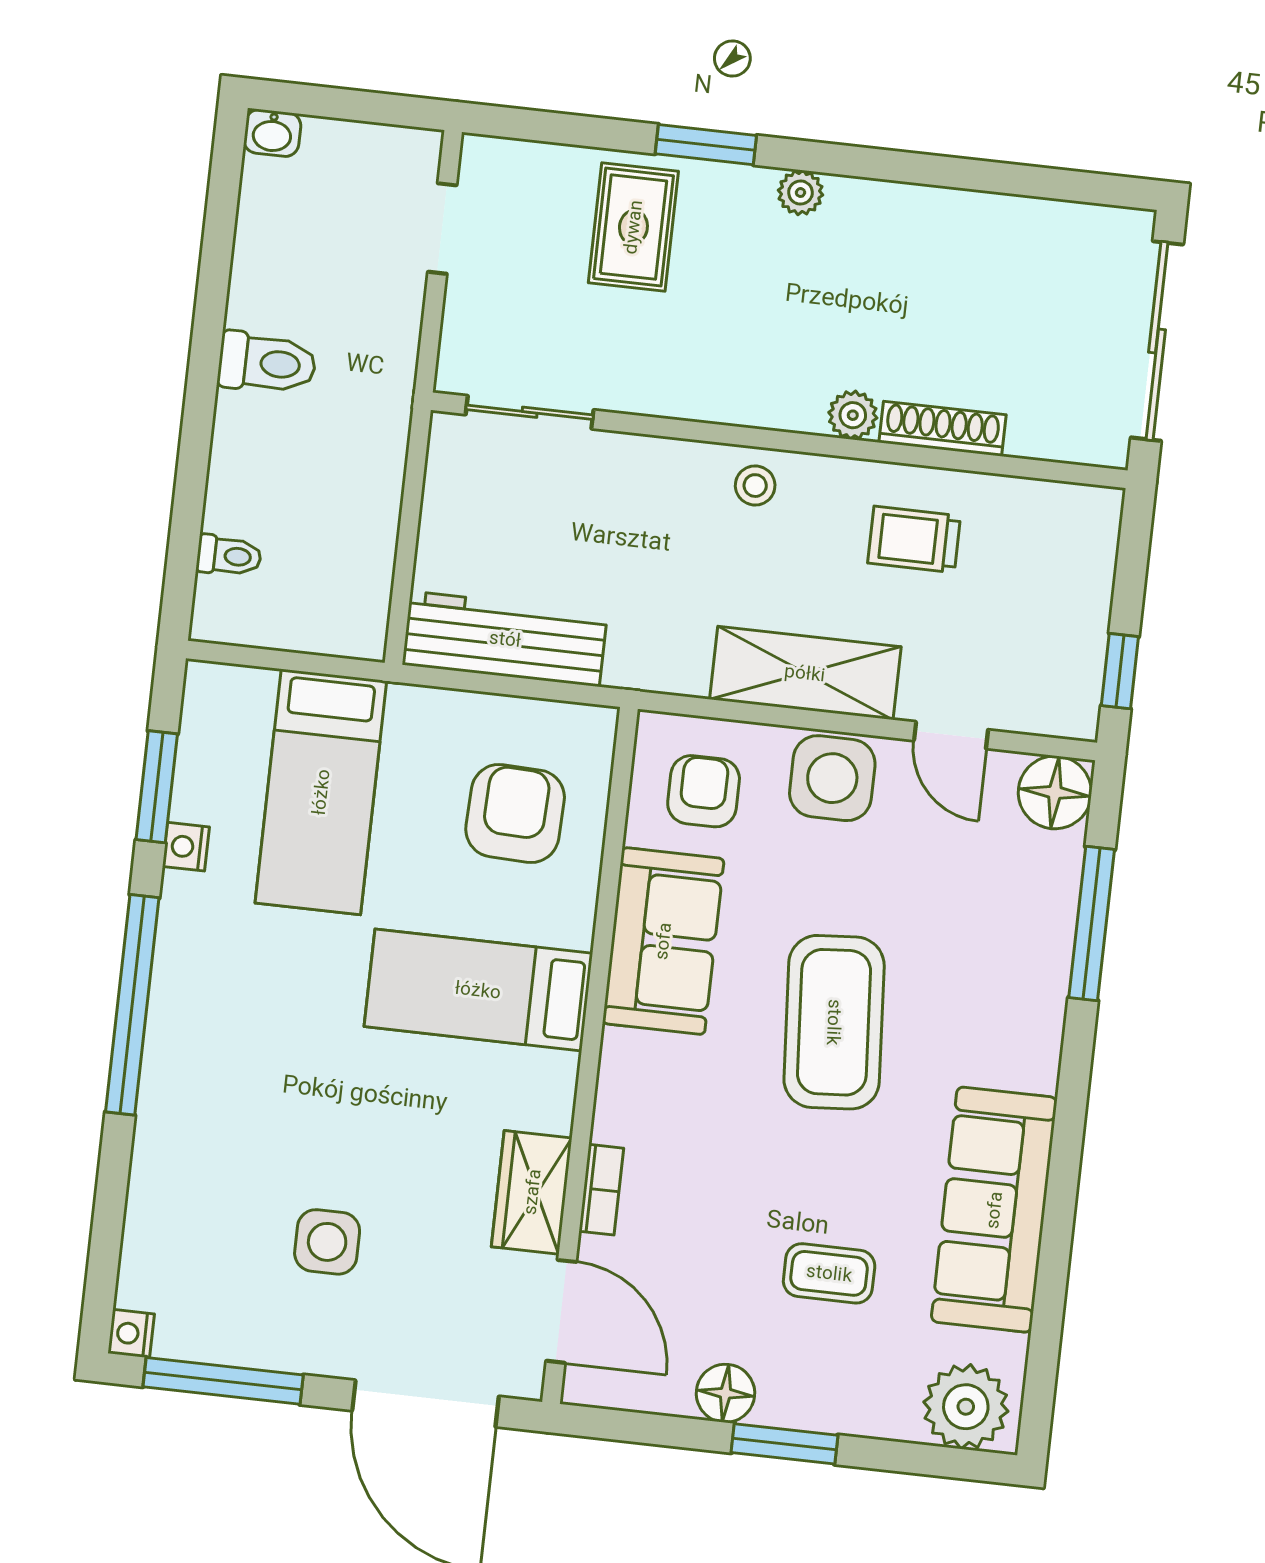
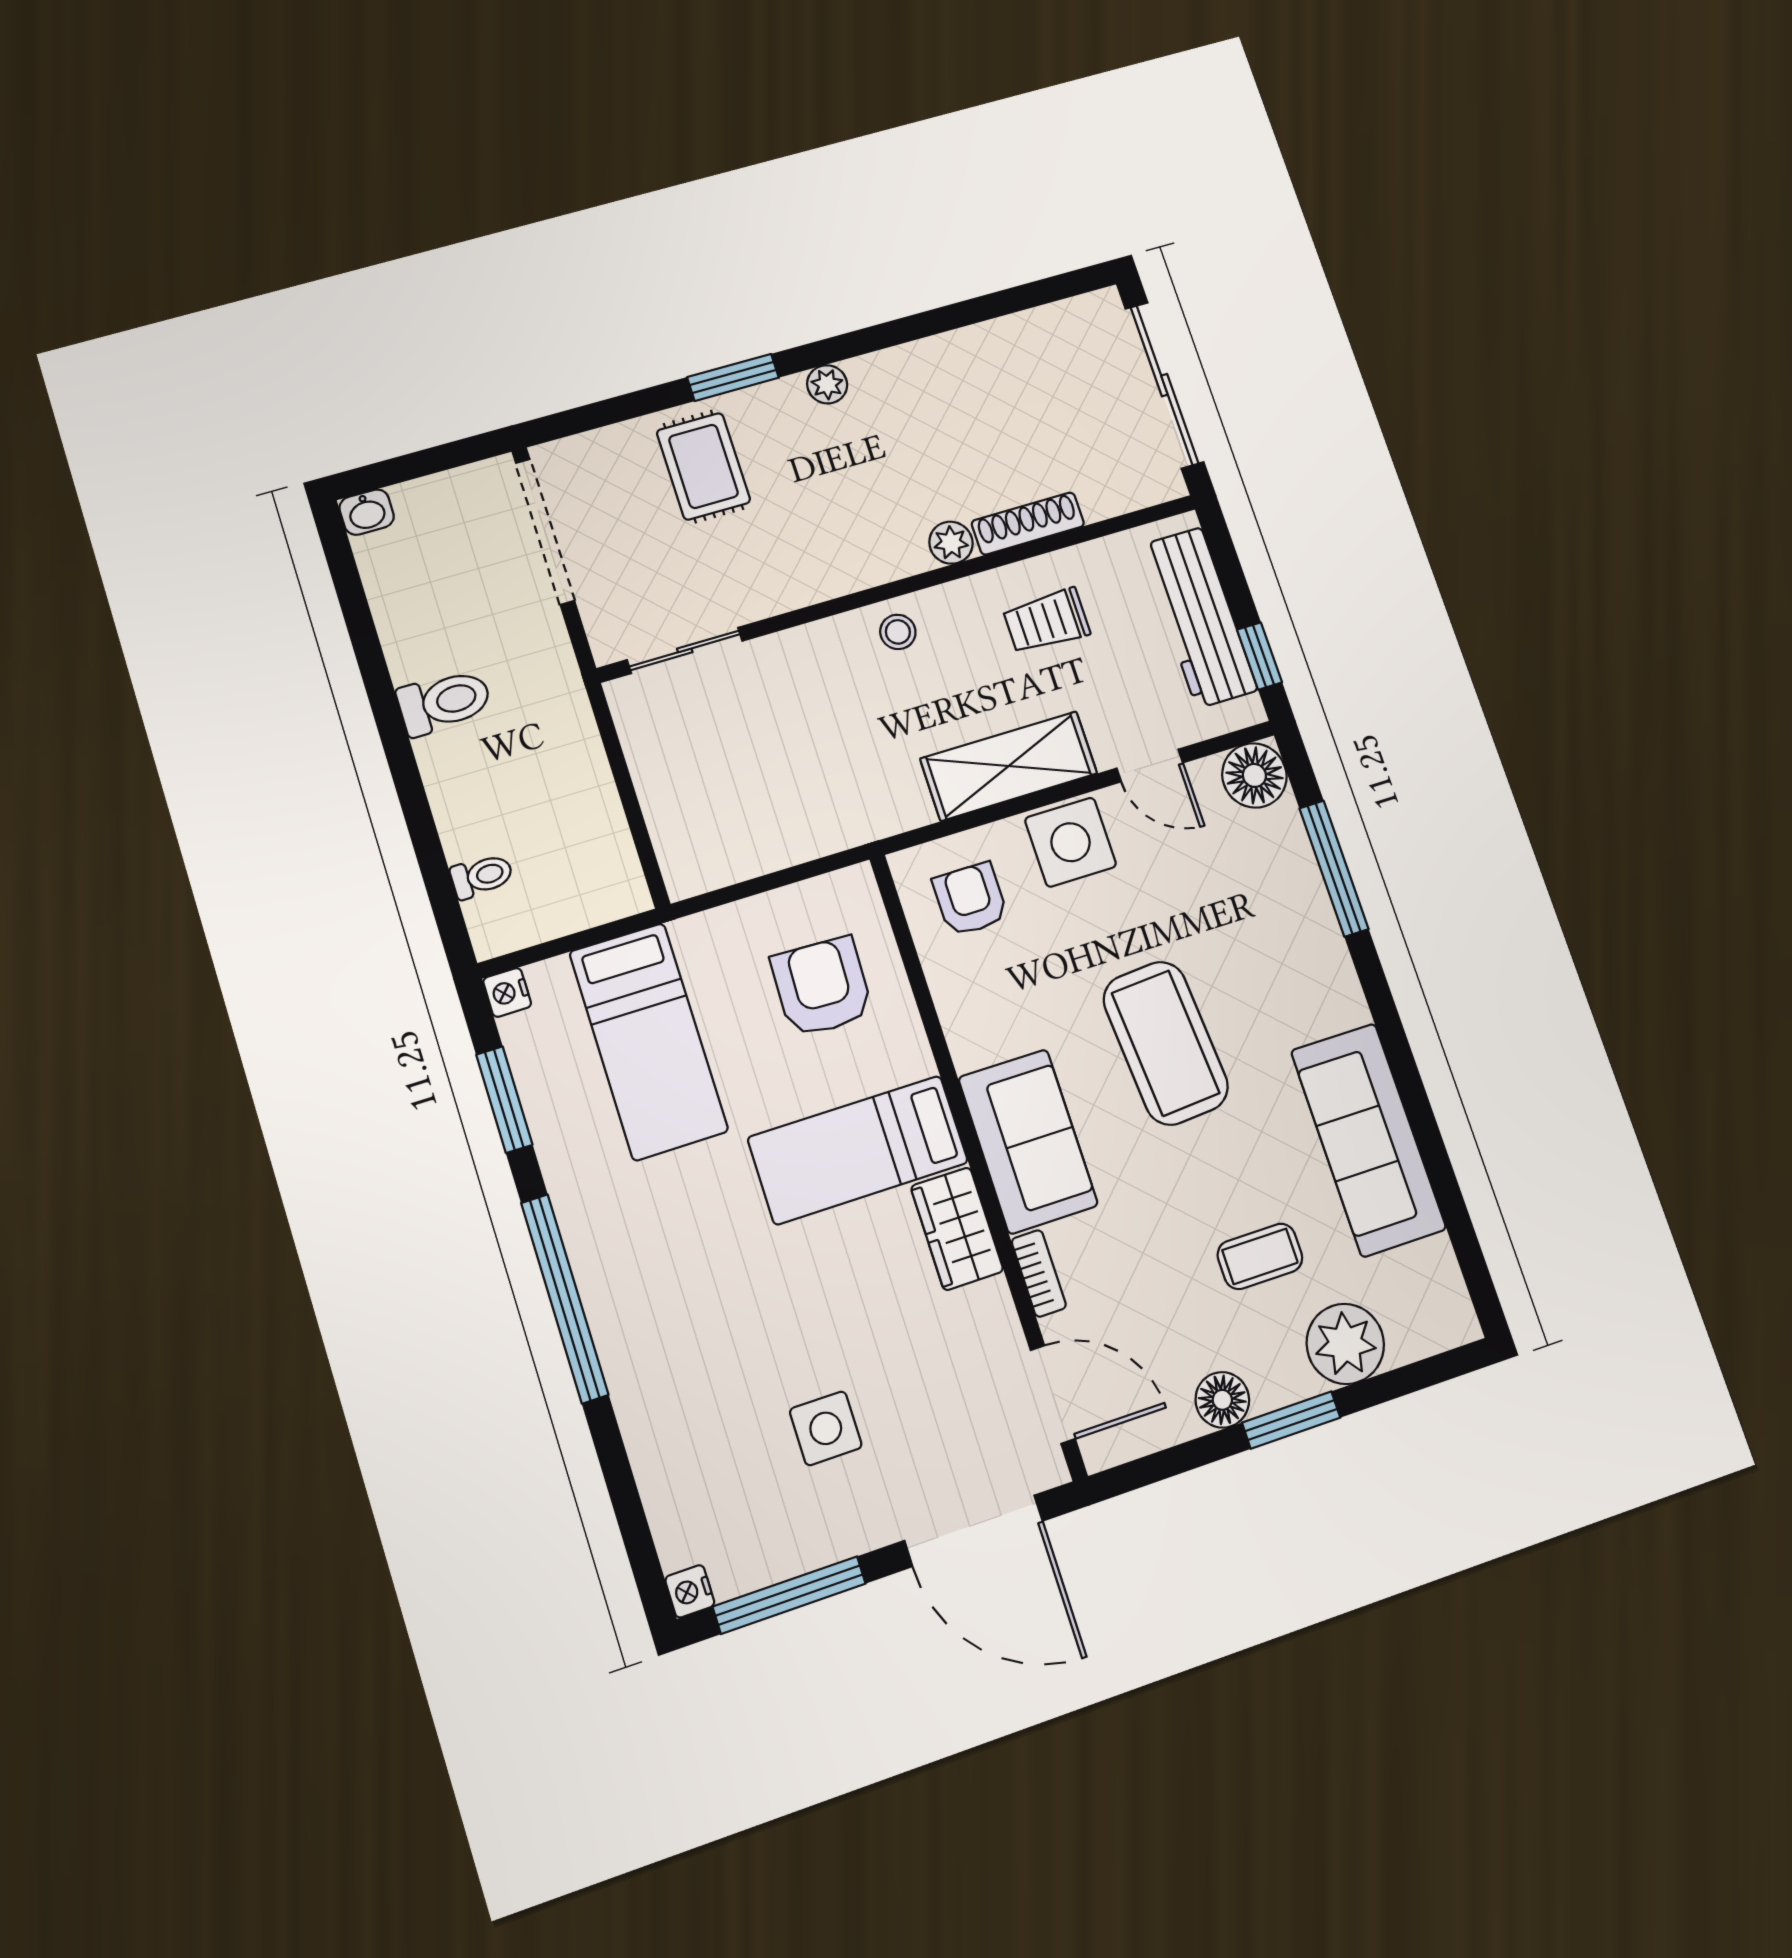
doorway: (442, 228) -> (545, 532), width x1.88
workbench: (505, 639) -> (1199, 618), moved, turned -90
nightstand: (186, 847) -> (507, 992), moved
sofa: (663, 941) -> (1028, 1141), moved
wardrobe: (532, 1192) -> (957, 1229), moved
plant: (966, 1407) -> (1345, 1344), moved

